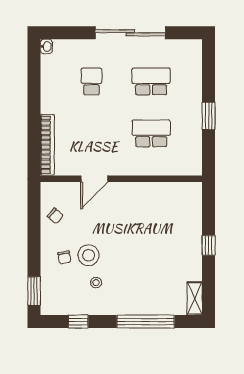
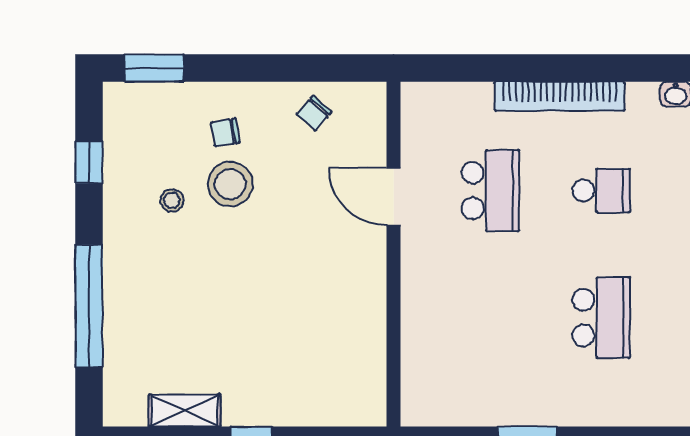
school desk: (151, 133) -> (490, 191), moved
bookcase: (47, 145) -> (560, 96), moved
shelving: (195, 298) -> (185, 411), moved

